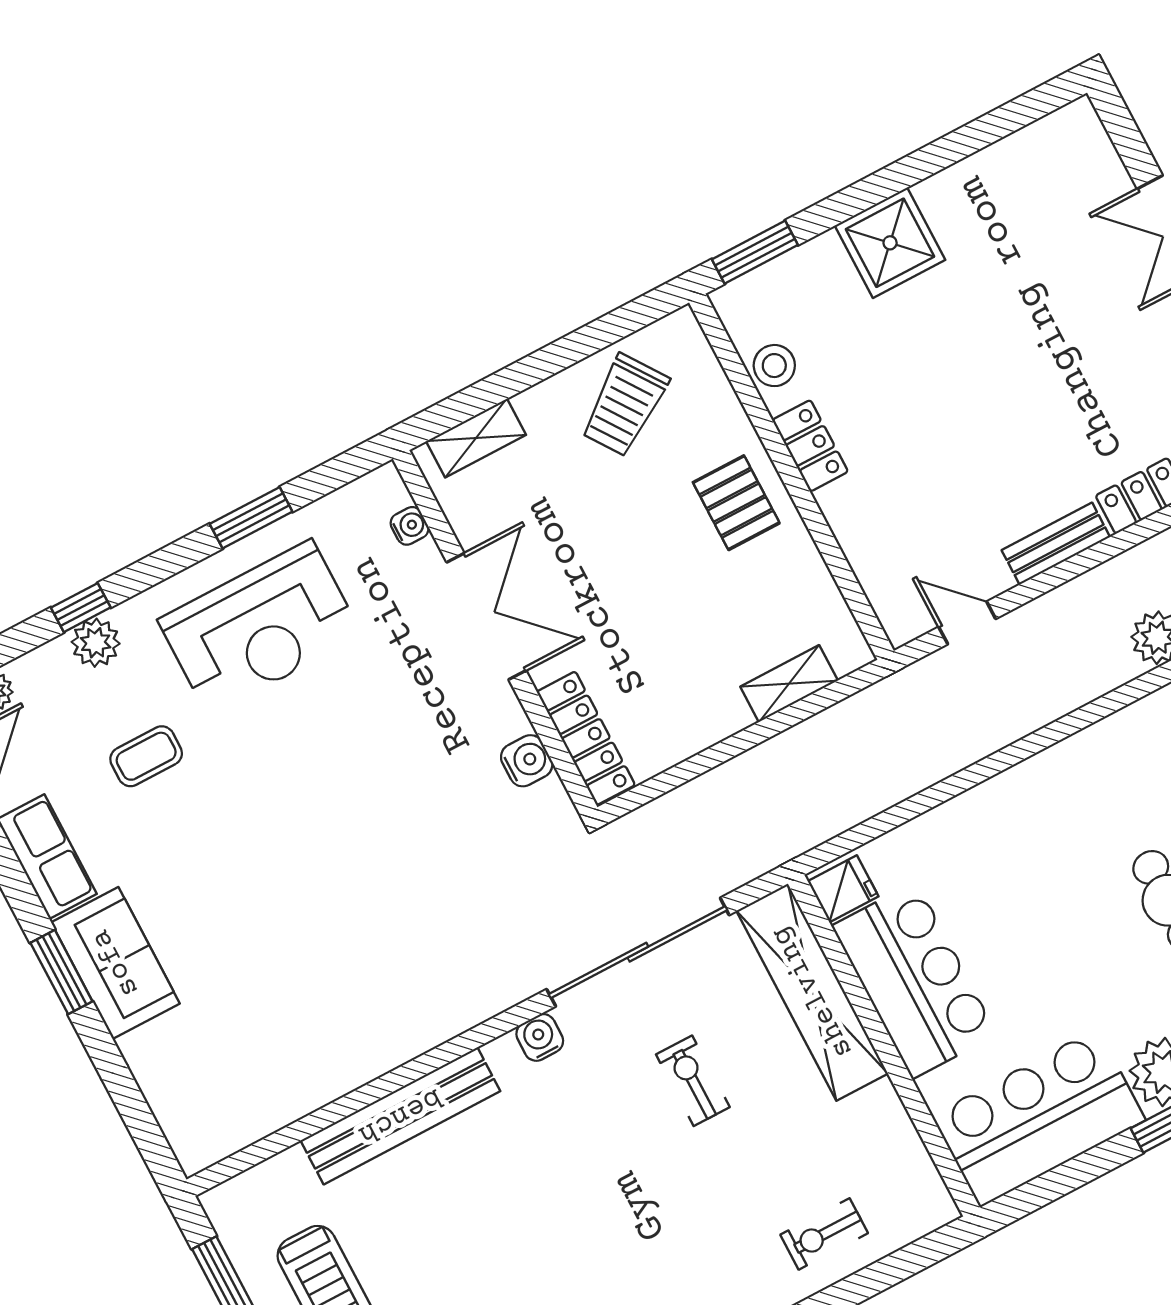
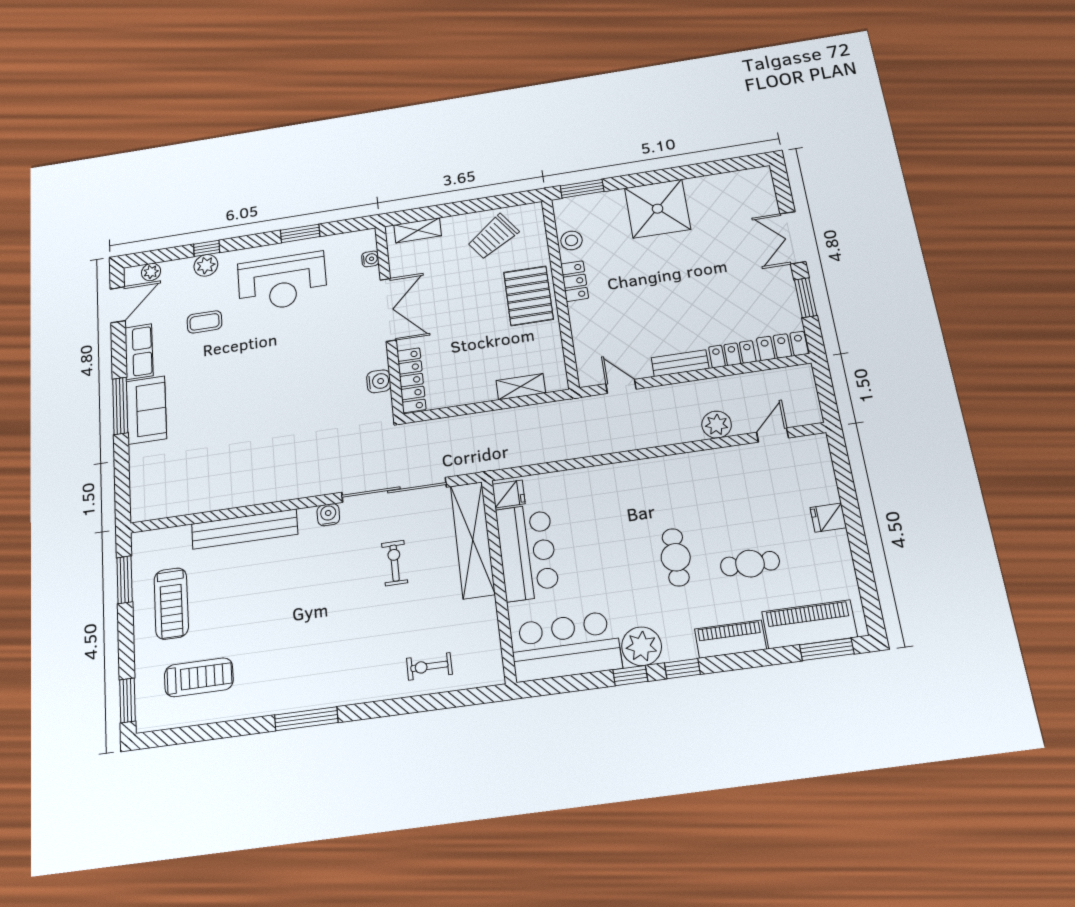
shower: (890, 243) -> (658, 209), width x1.37, depth x1.37
pallet: (736, 503) -> (528, 296), width x1.50, depth x1.42
window: (61, 972) -> (120, 406), width x1.44

